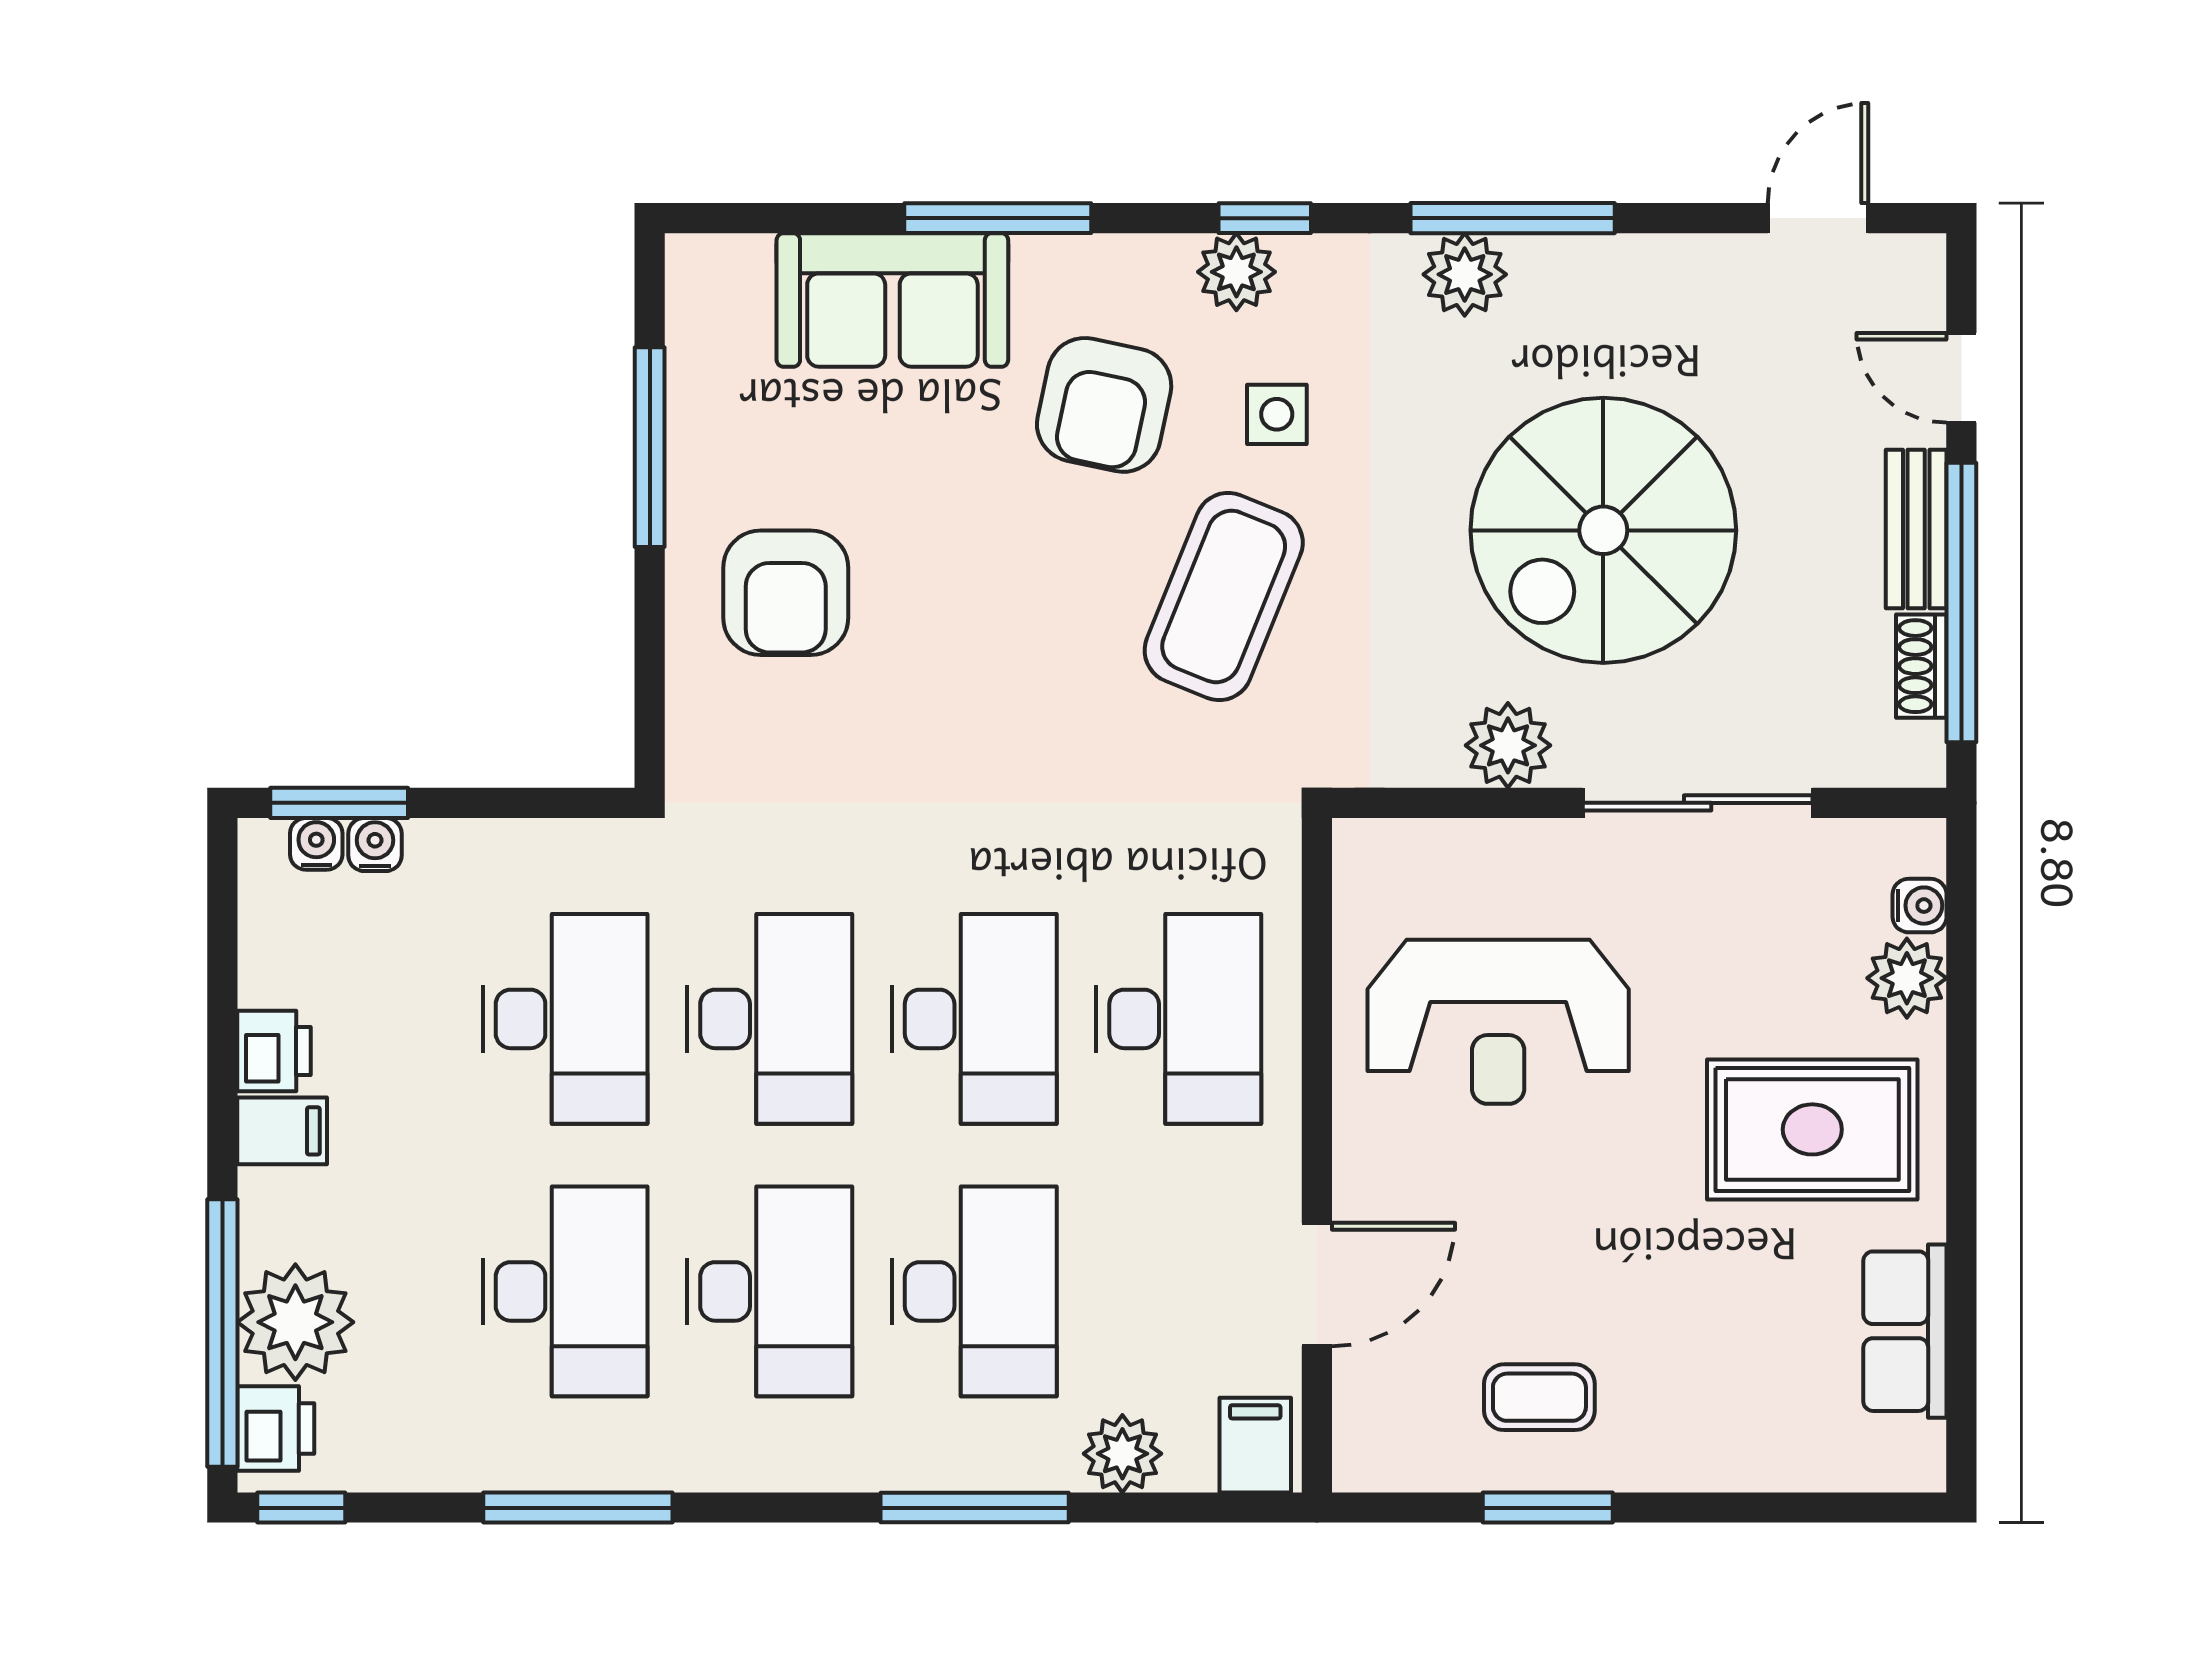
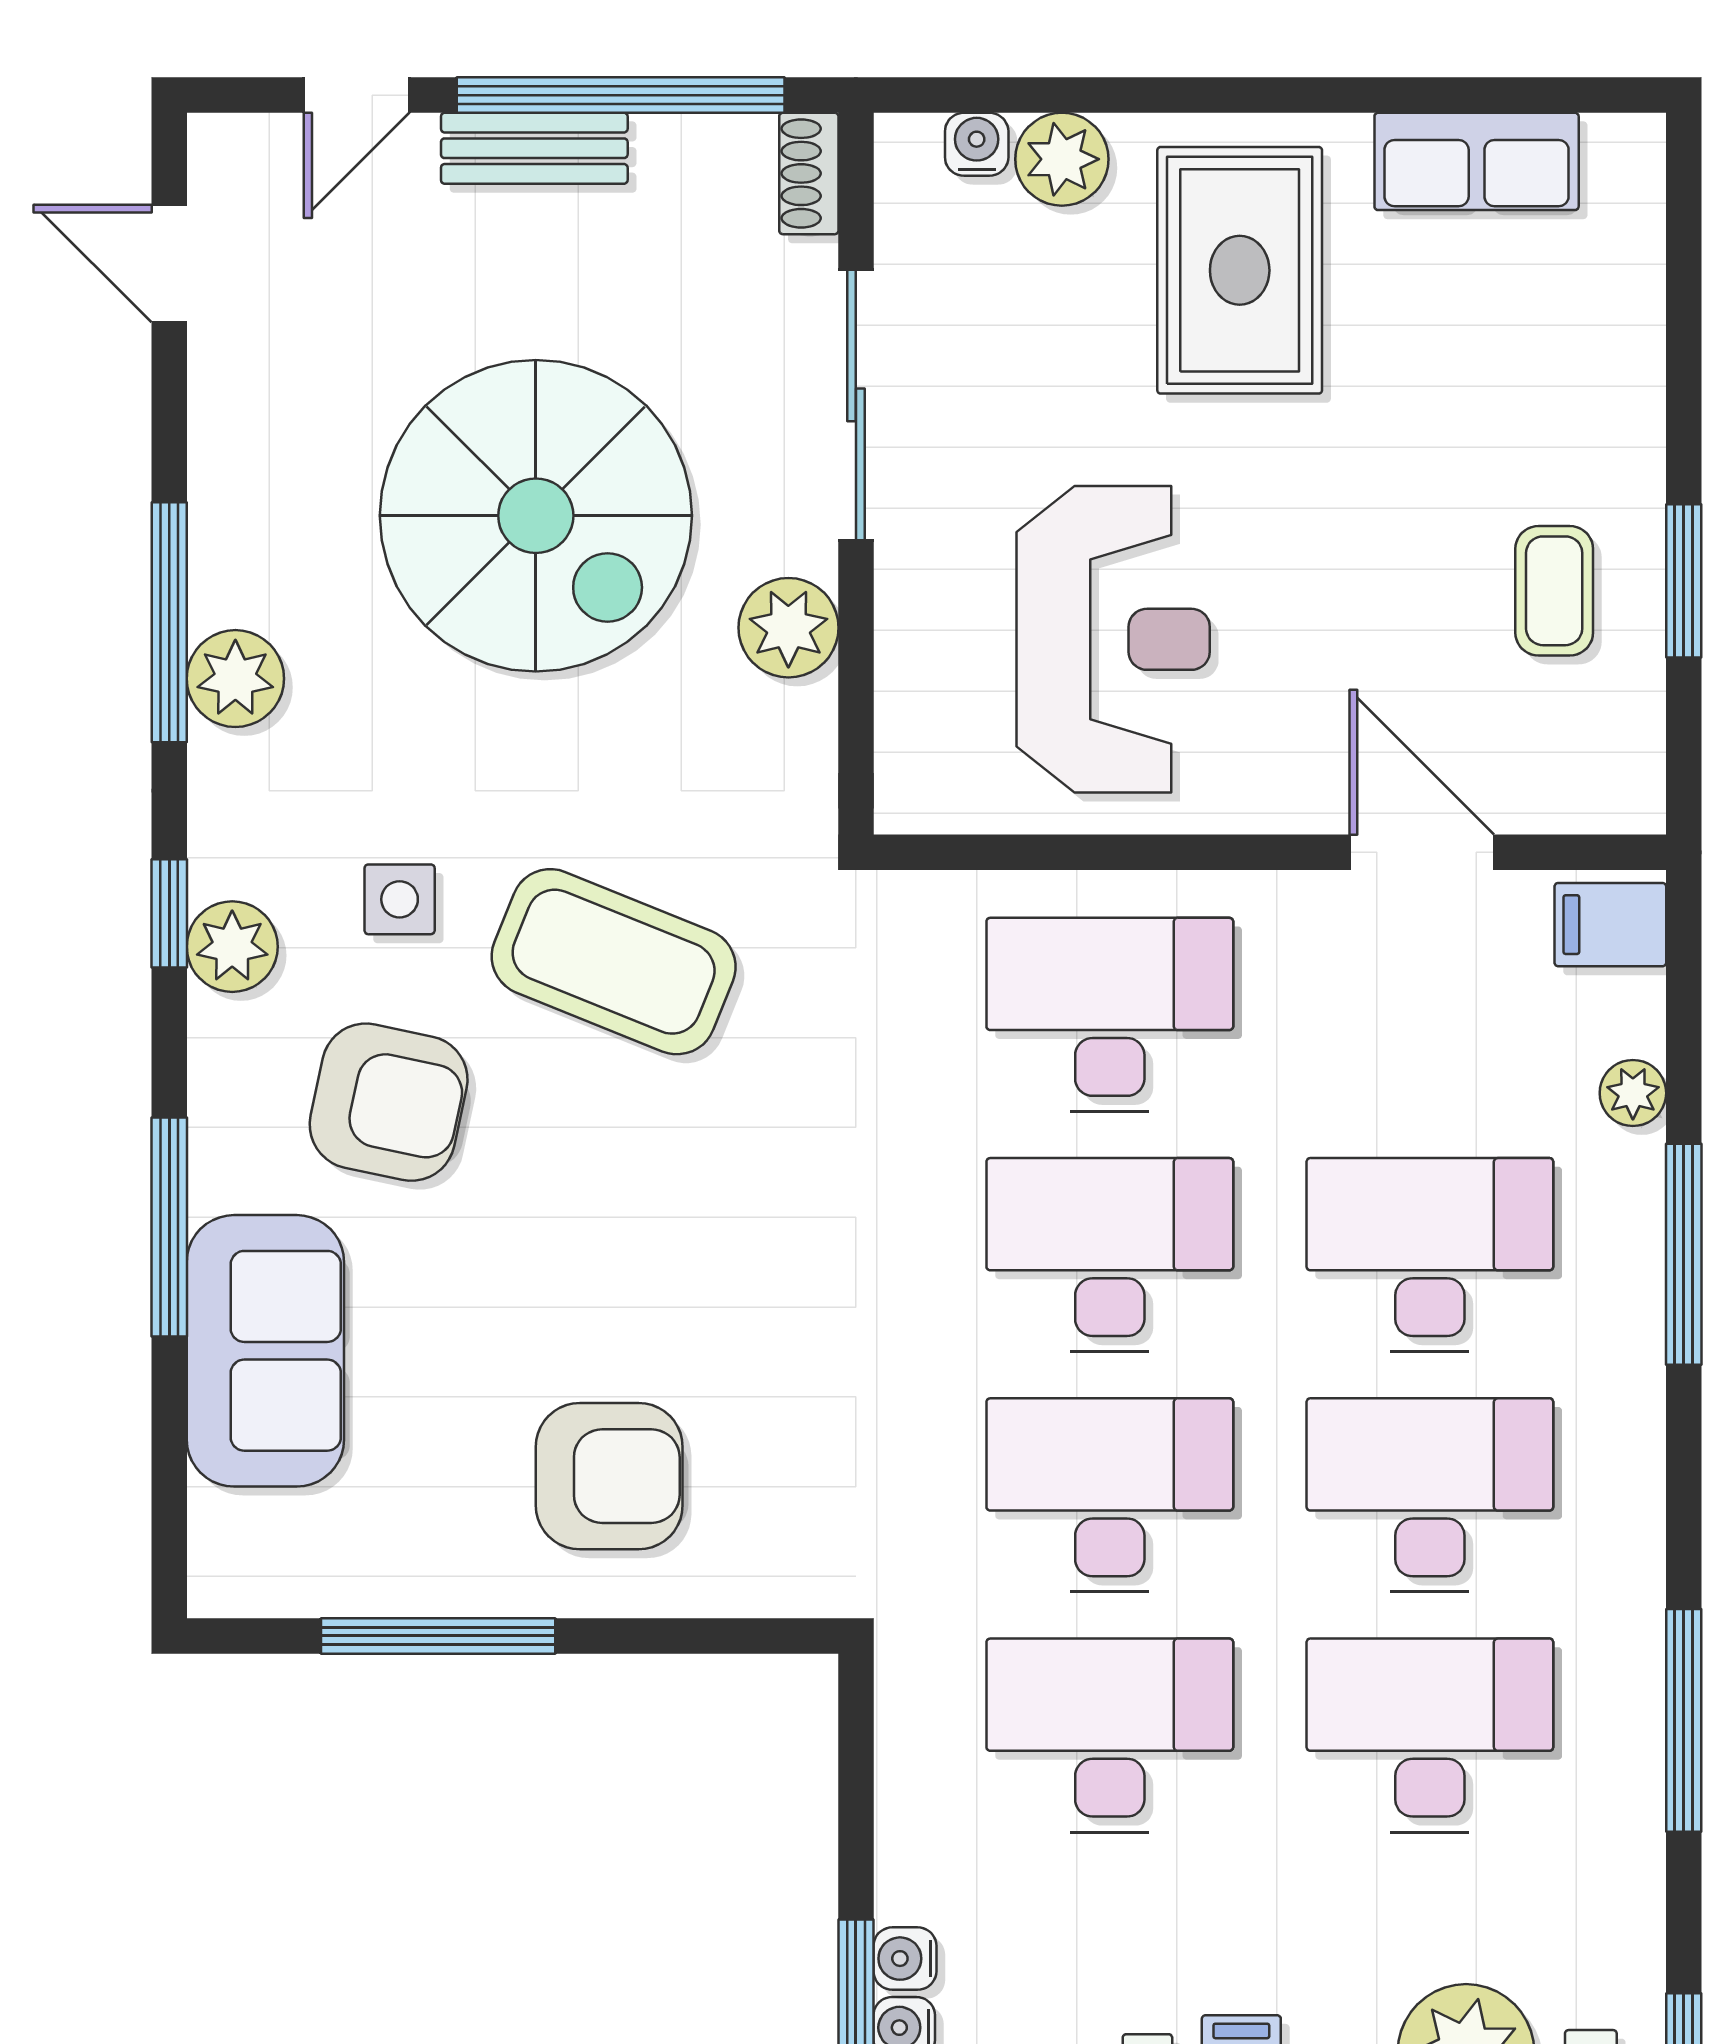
shoe rack: (1921, 666) -> (809, 173), moved, turned 90
plant: (1122, 1454) -> (1633, 1093), width x0.73, depth x0.73

